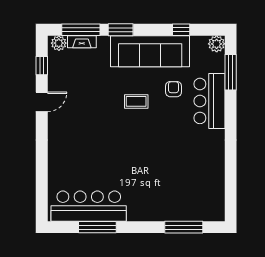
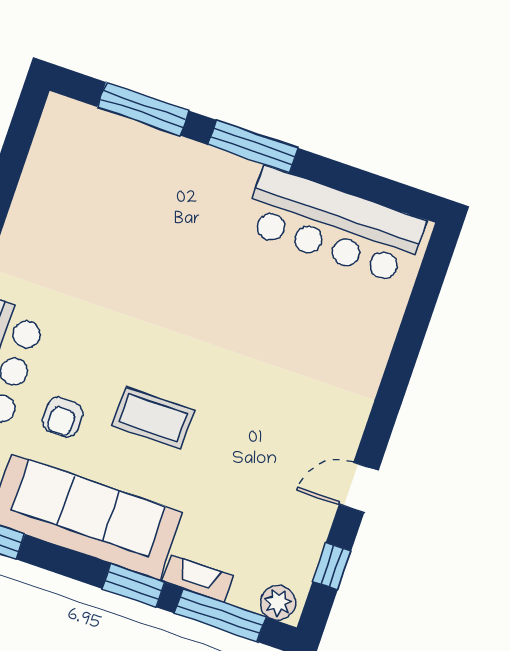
fireplace: (82, 42) -> (198, 579), moved
coffee table: (136, 101) -> (153, 418), width x1.36, depth x1.30
window: (97, 227) -> (253, 146), moved

